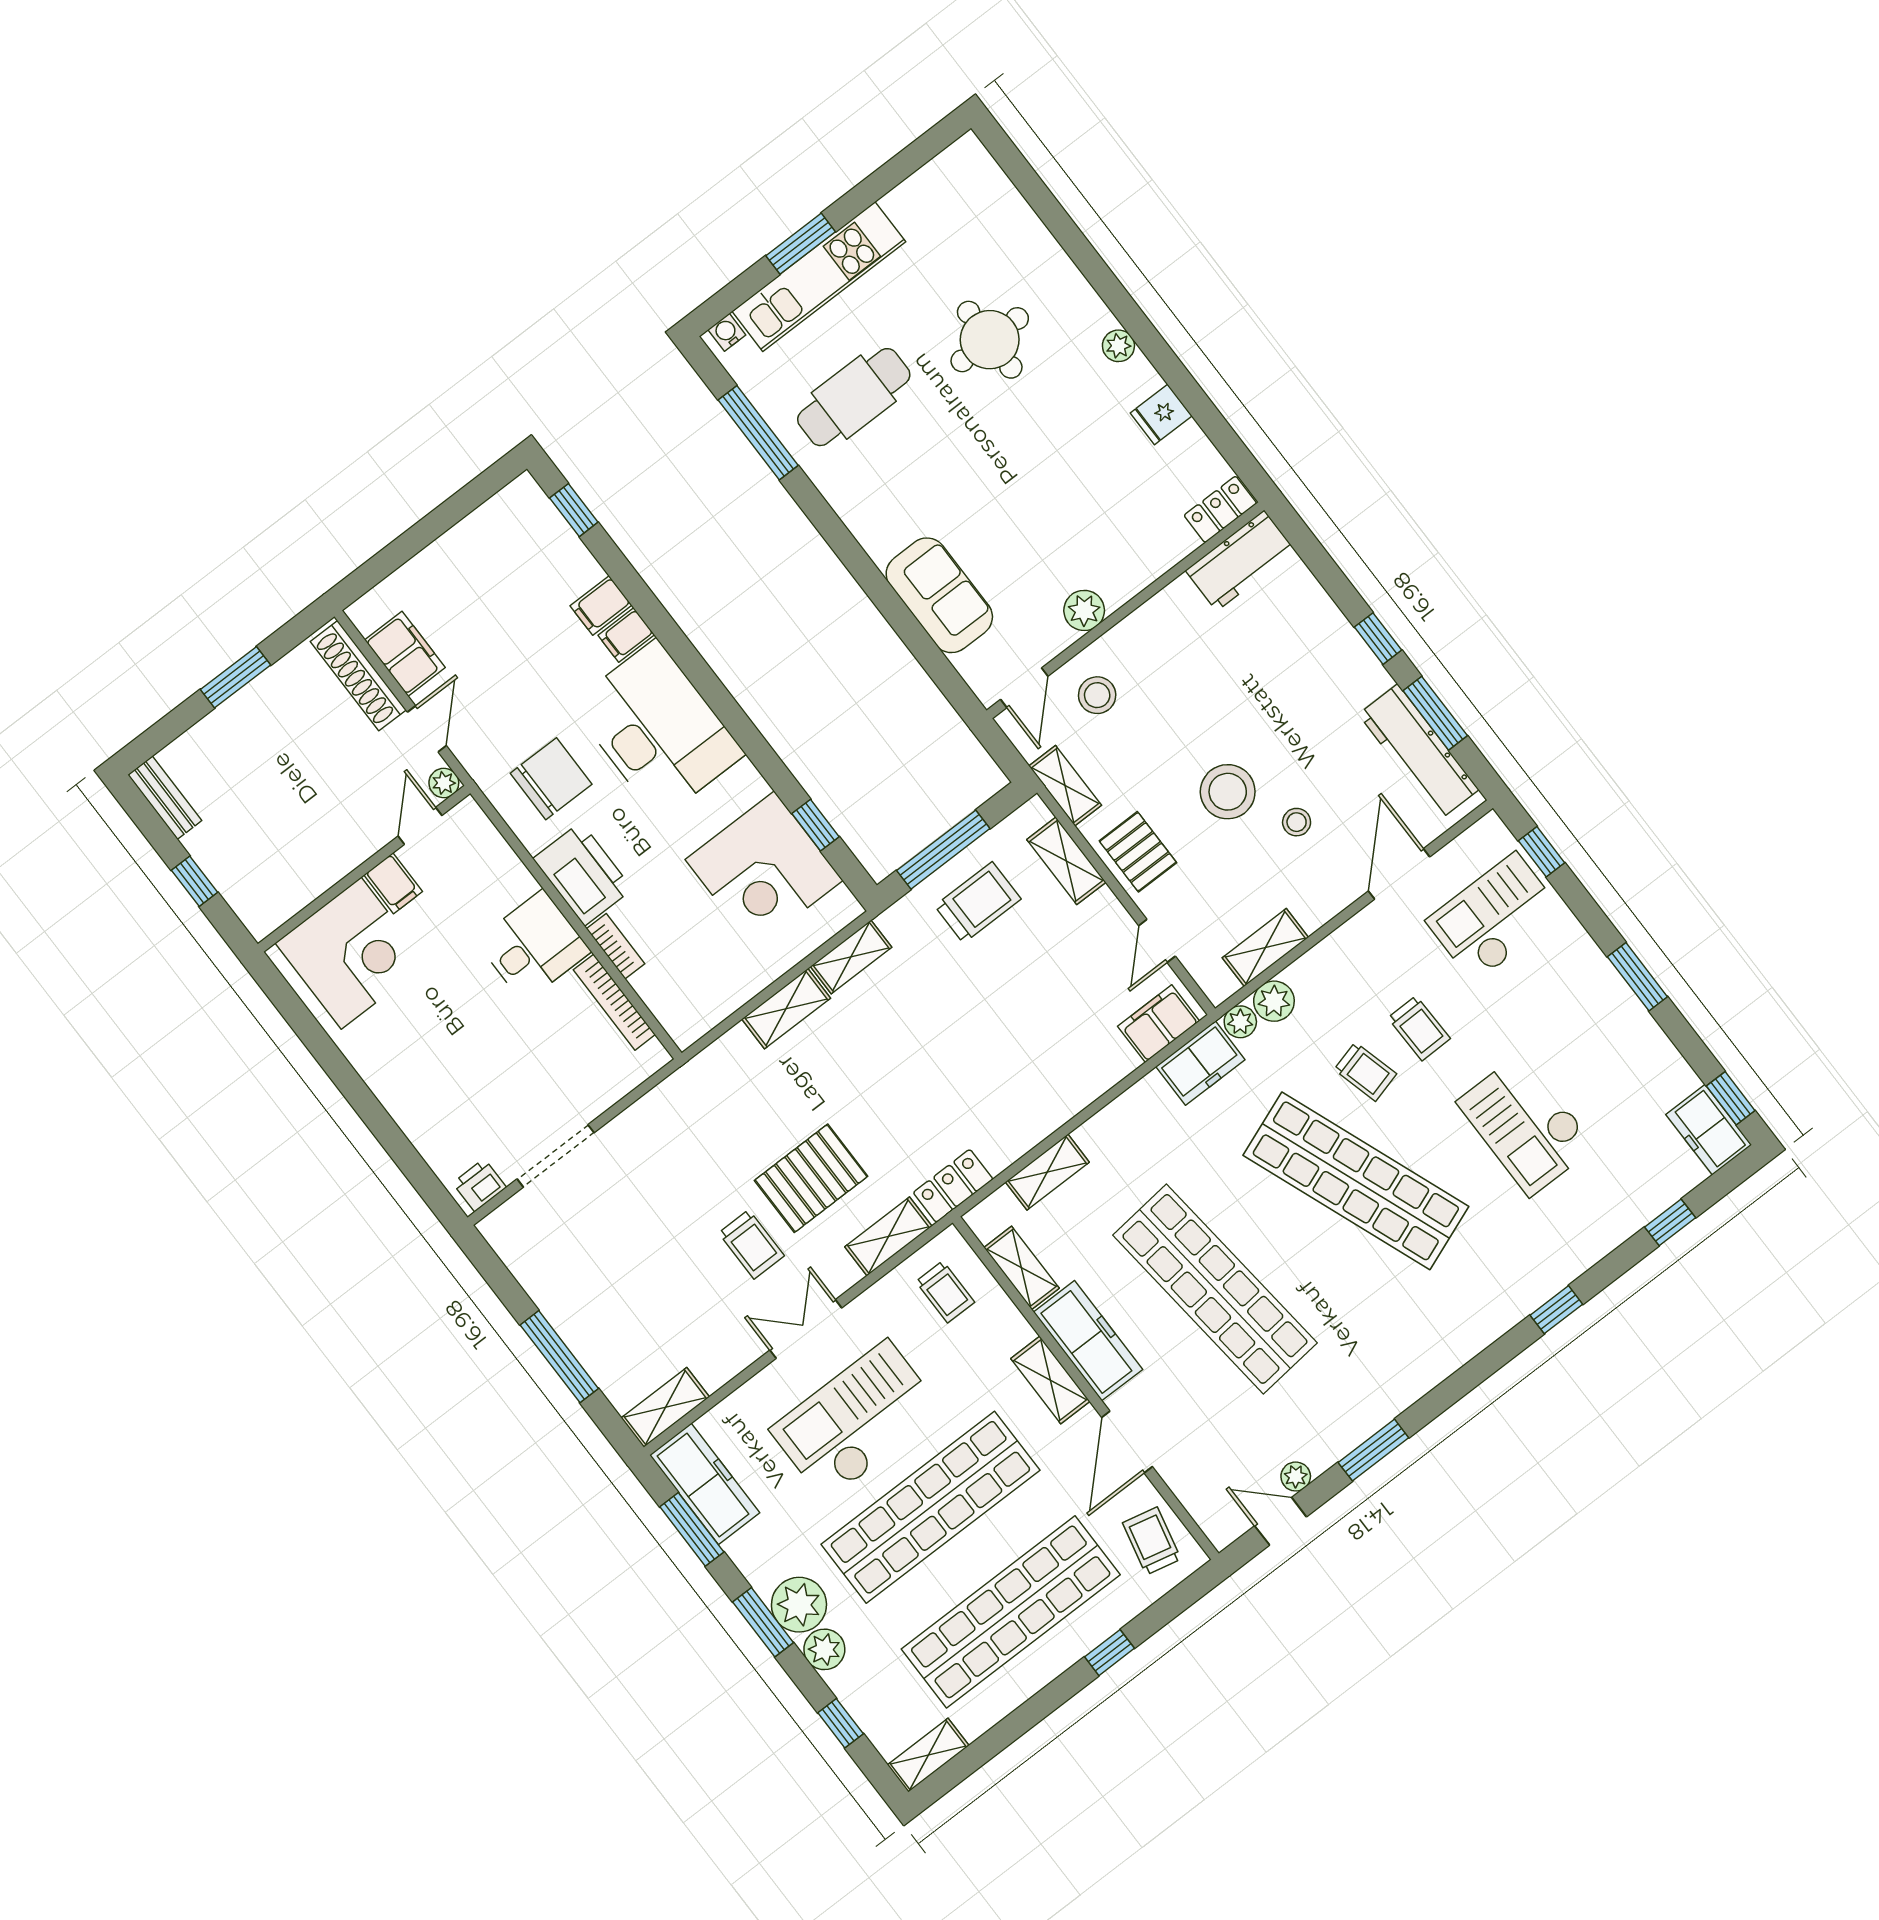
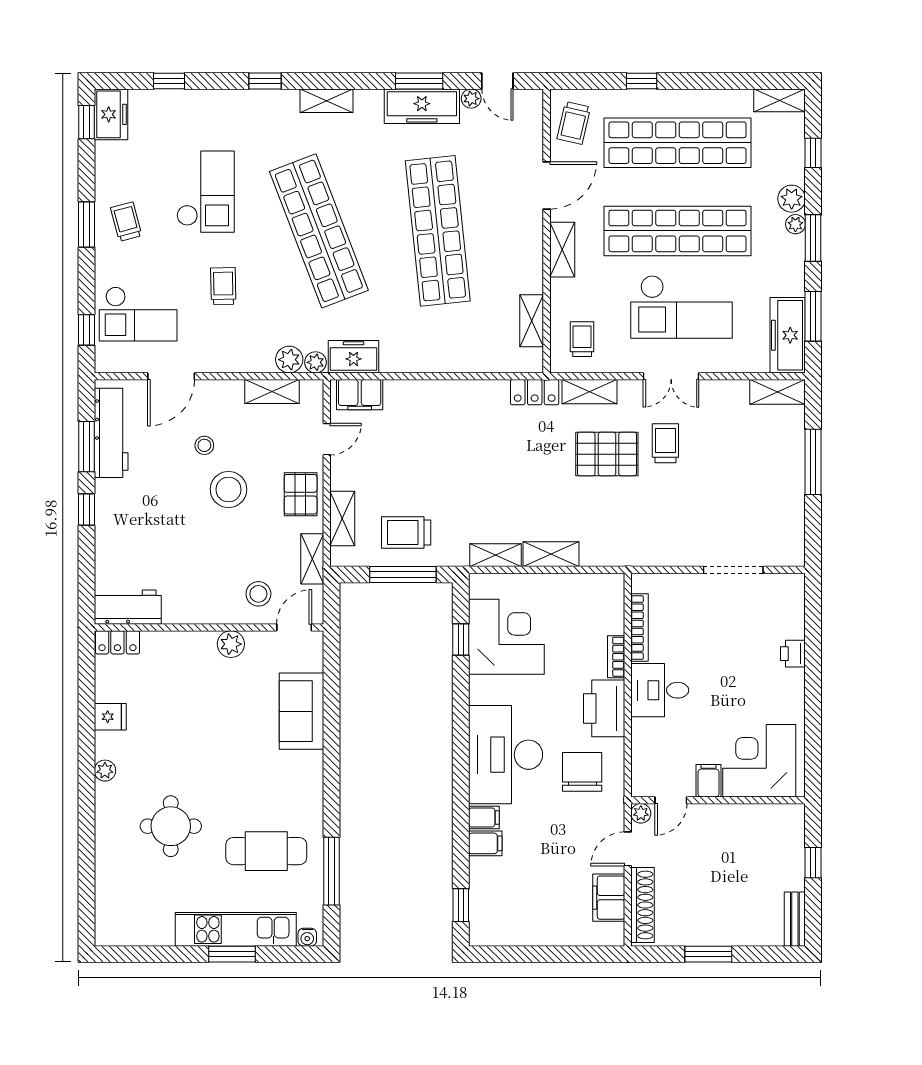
chair: (551, 779) -> (582, 772), turned 90
trolley: (1365, 1072) -> (126, 222), moved
shelving: (1047, 1172) -> (326, 101), moved
printer: (480, 1185) -> (793, 654), moved, turned 90
freezer: (1088, 1341) -> (422, 106), moved, turned -90
plant: (799, 1605) -> (795, 224), width x0.53, depth x0.53

